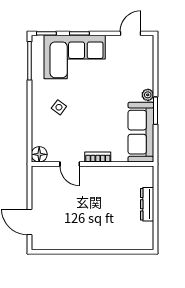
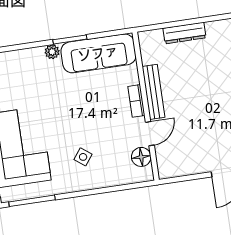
floor lamp: (39, 154) -> (141, 157), moved
bench: (103, 172) -> (153, 92), added

